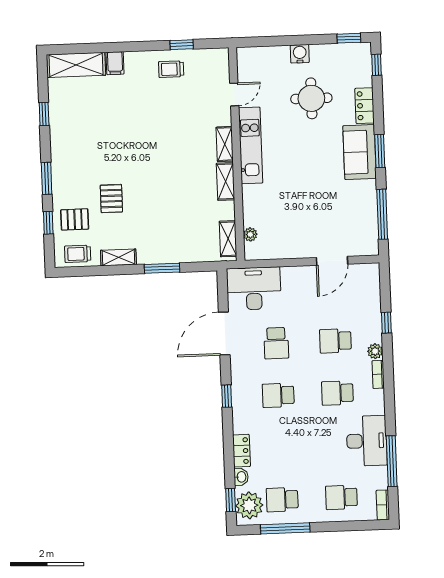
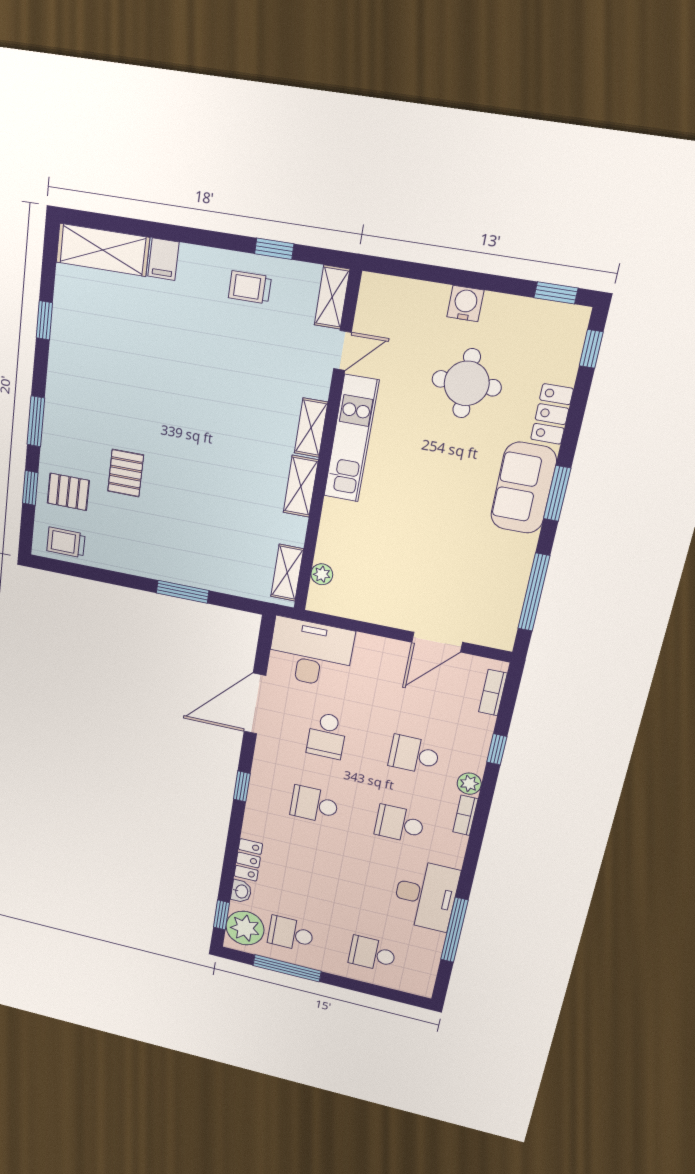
shelving: (118, 257) -> (332, 297), moved, turned 90
bookcase: (383, 505) -> (493, 693), moved

